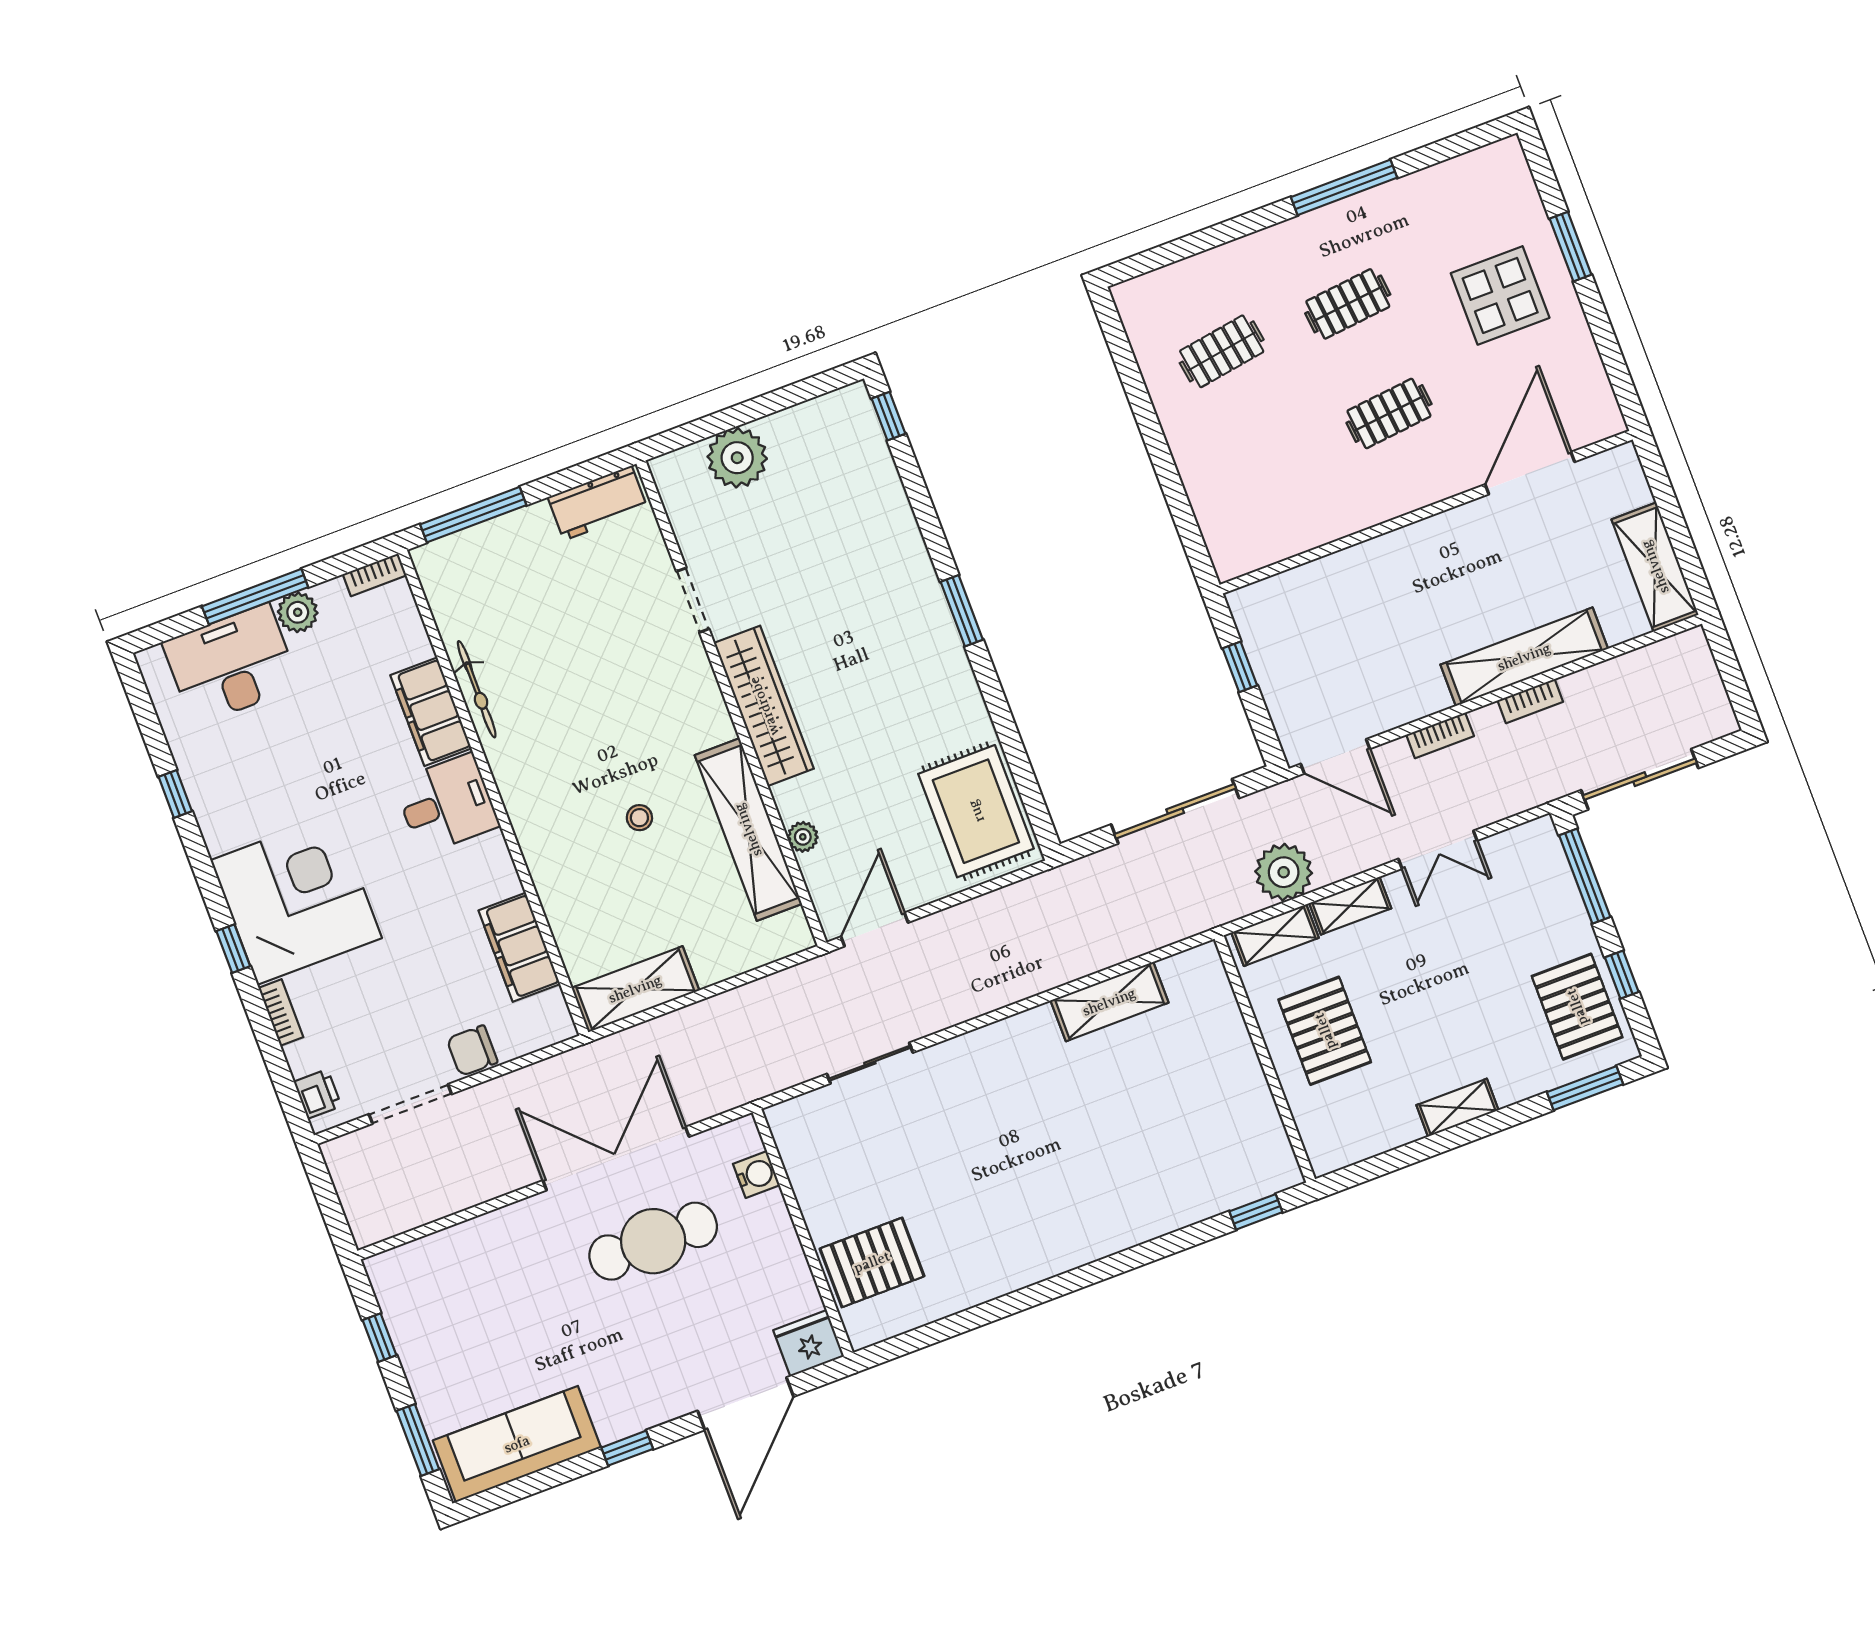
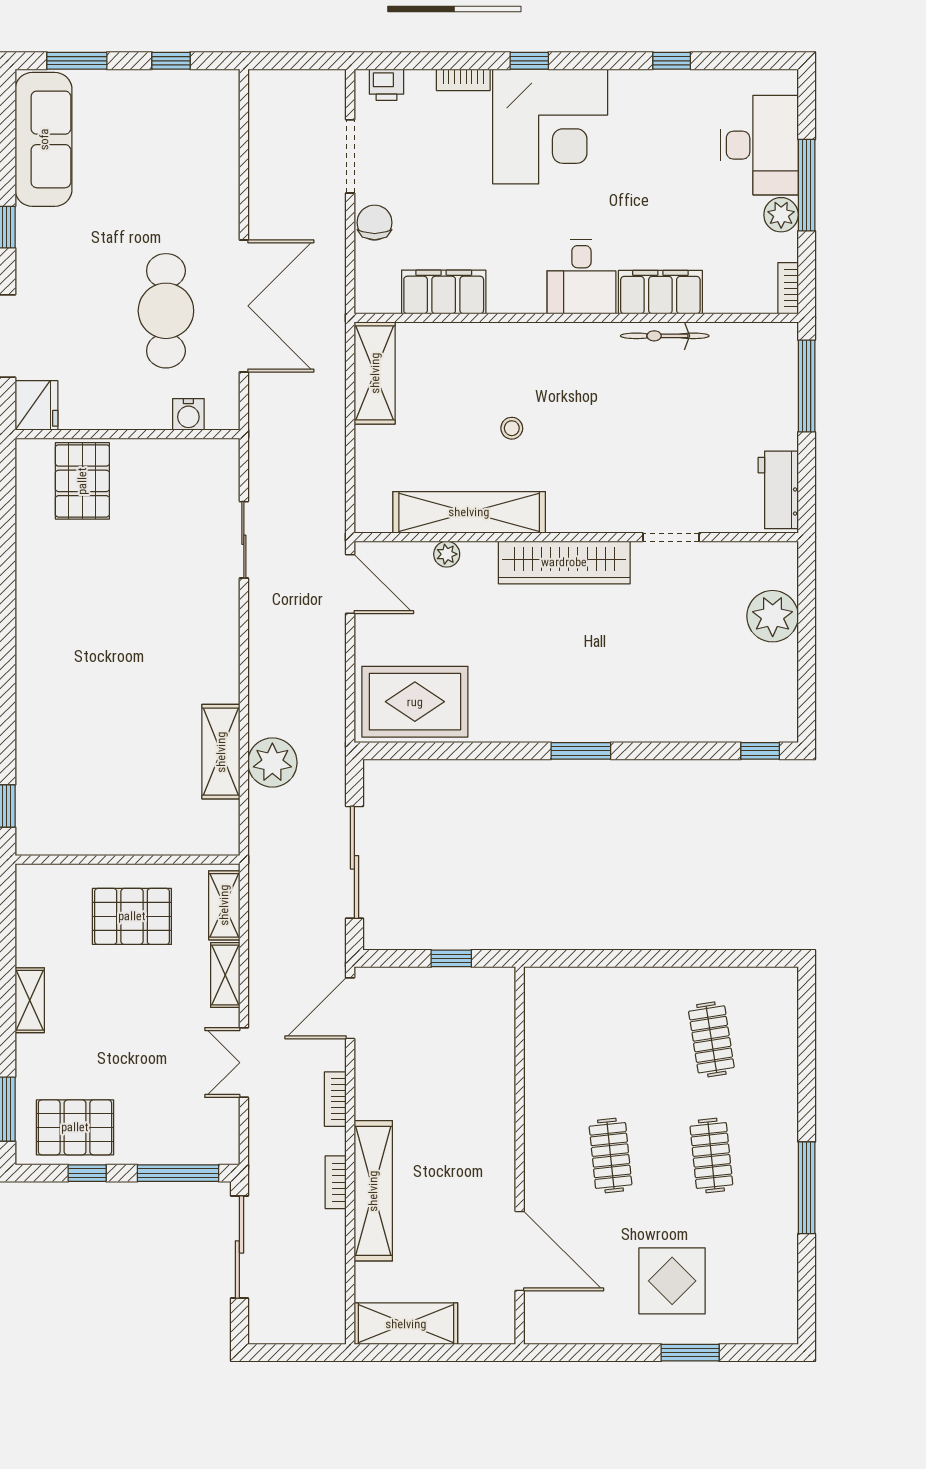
plant: (1284, 872) -> (272, 763), moved

